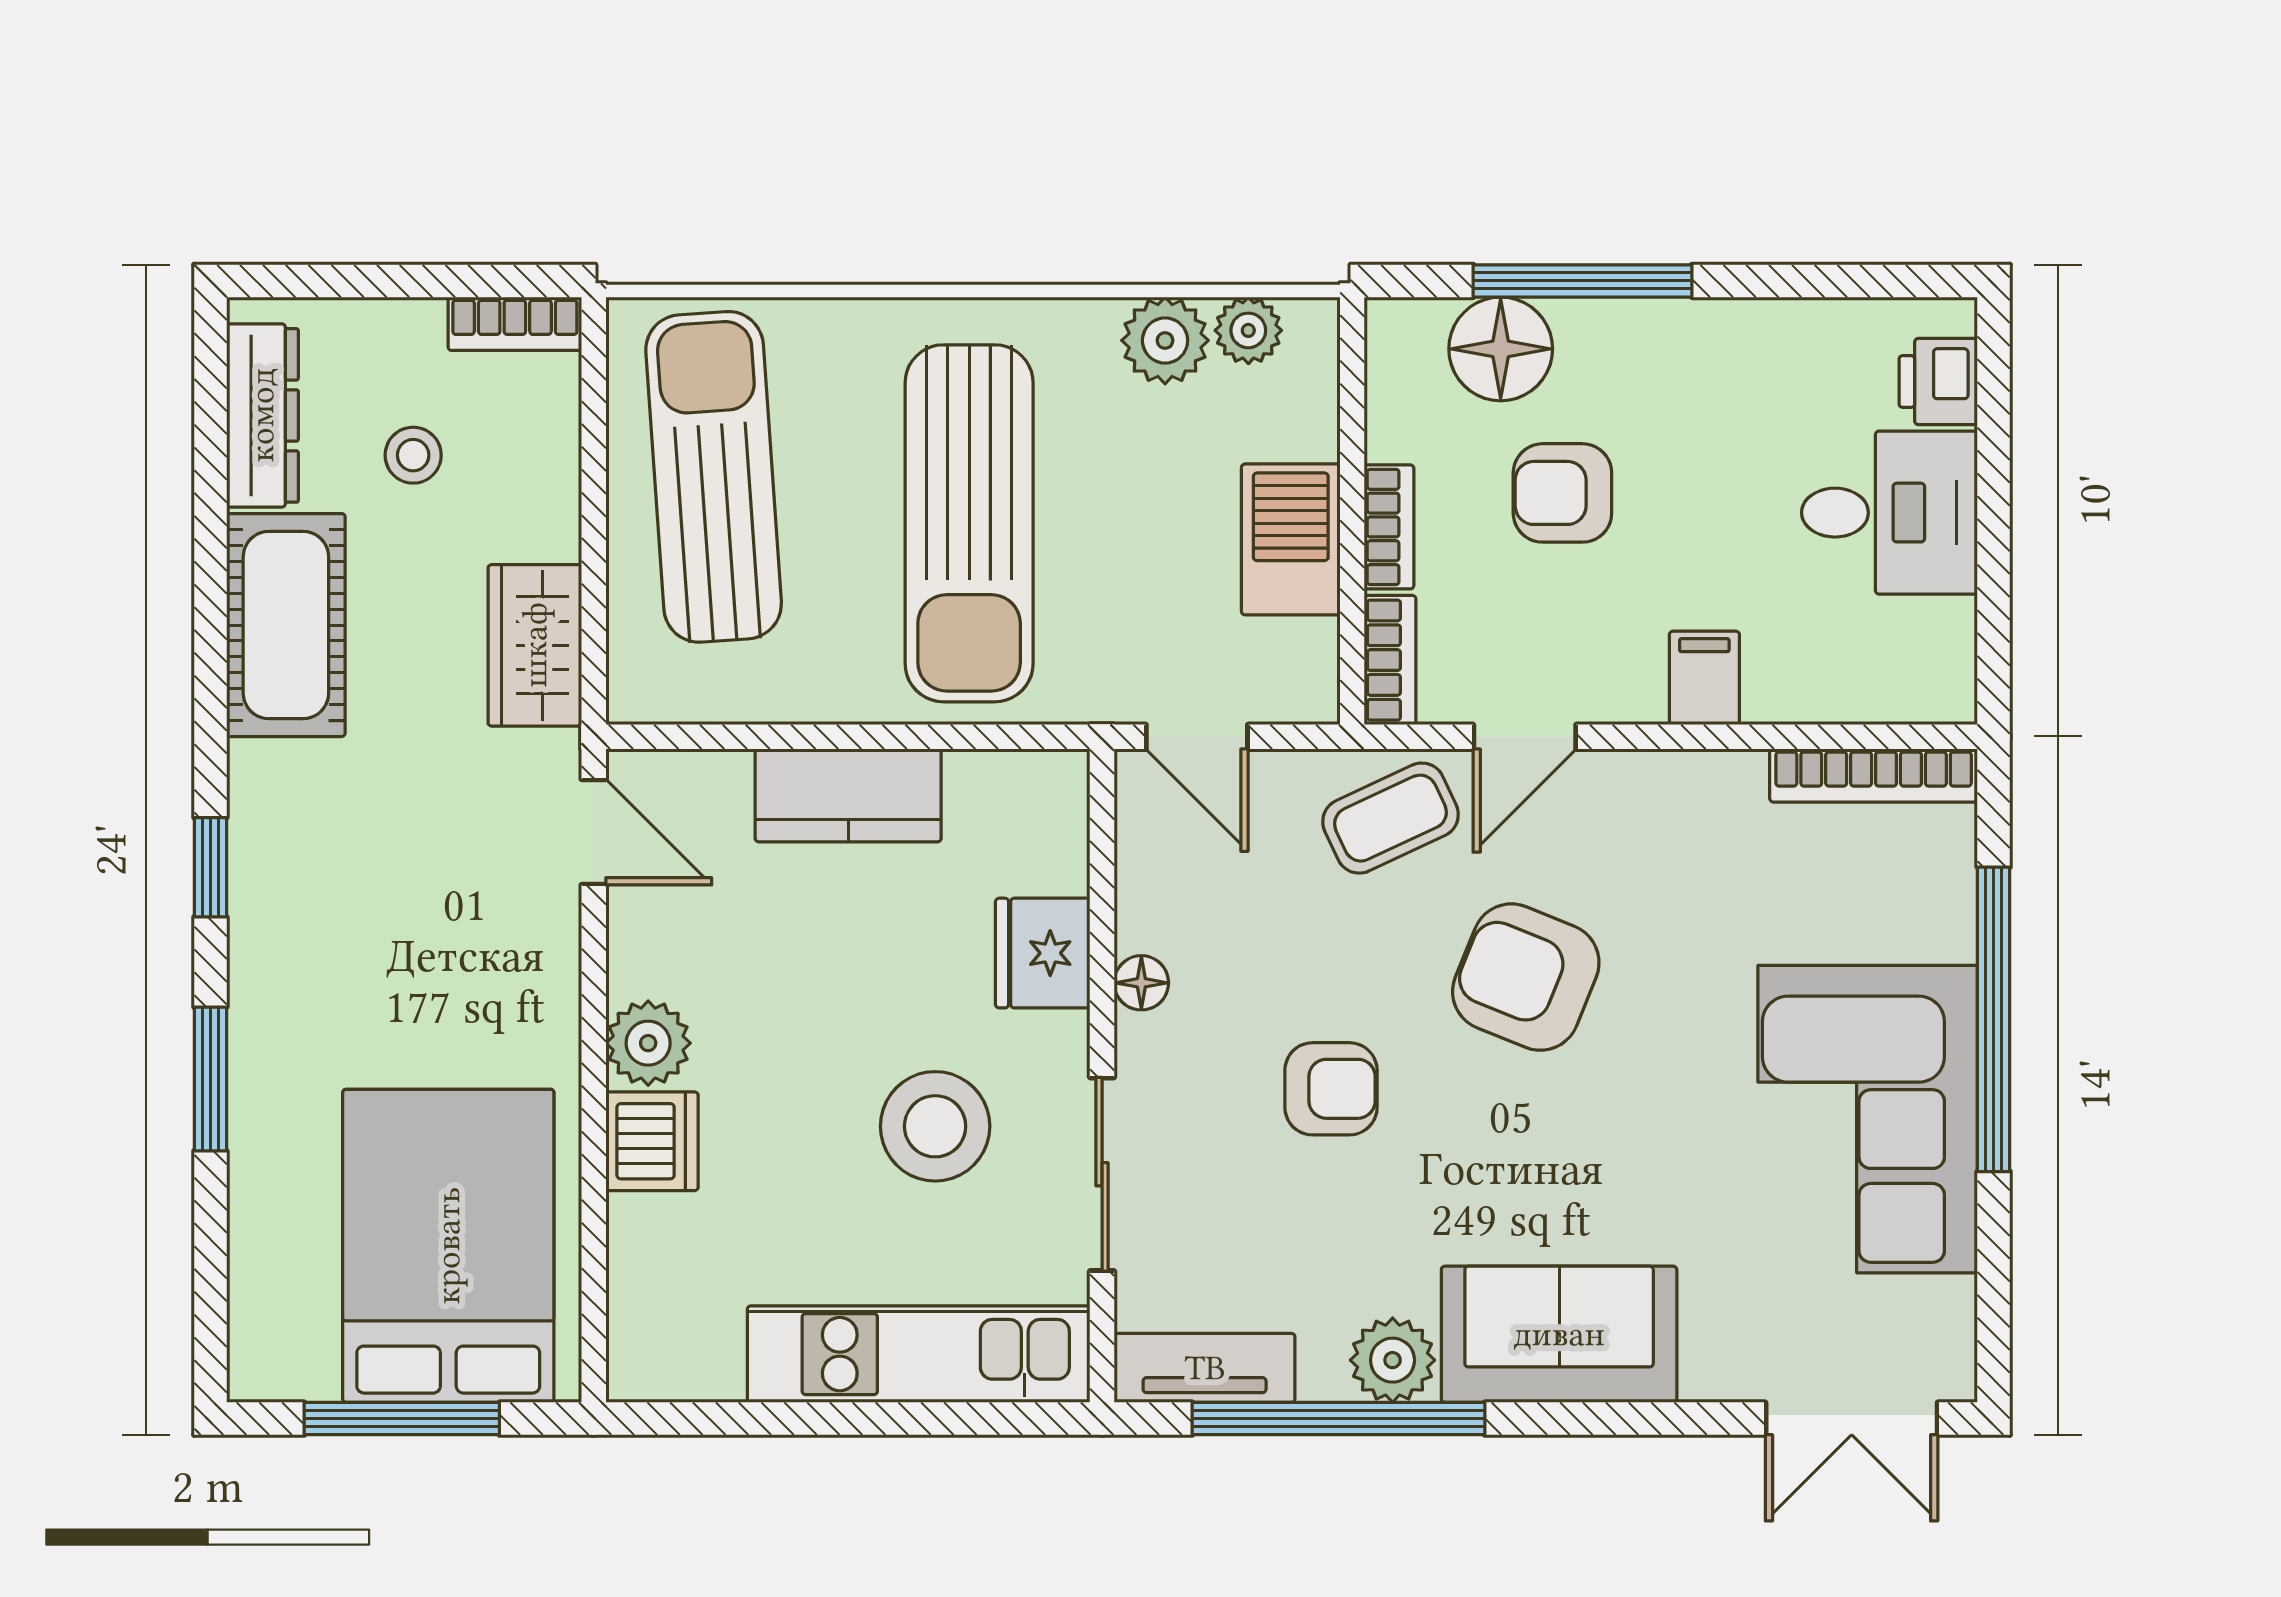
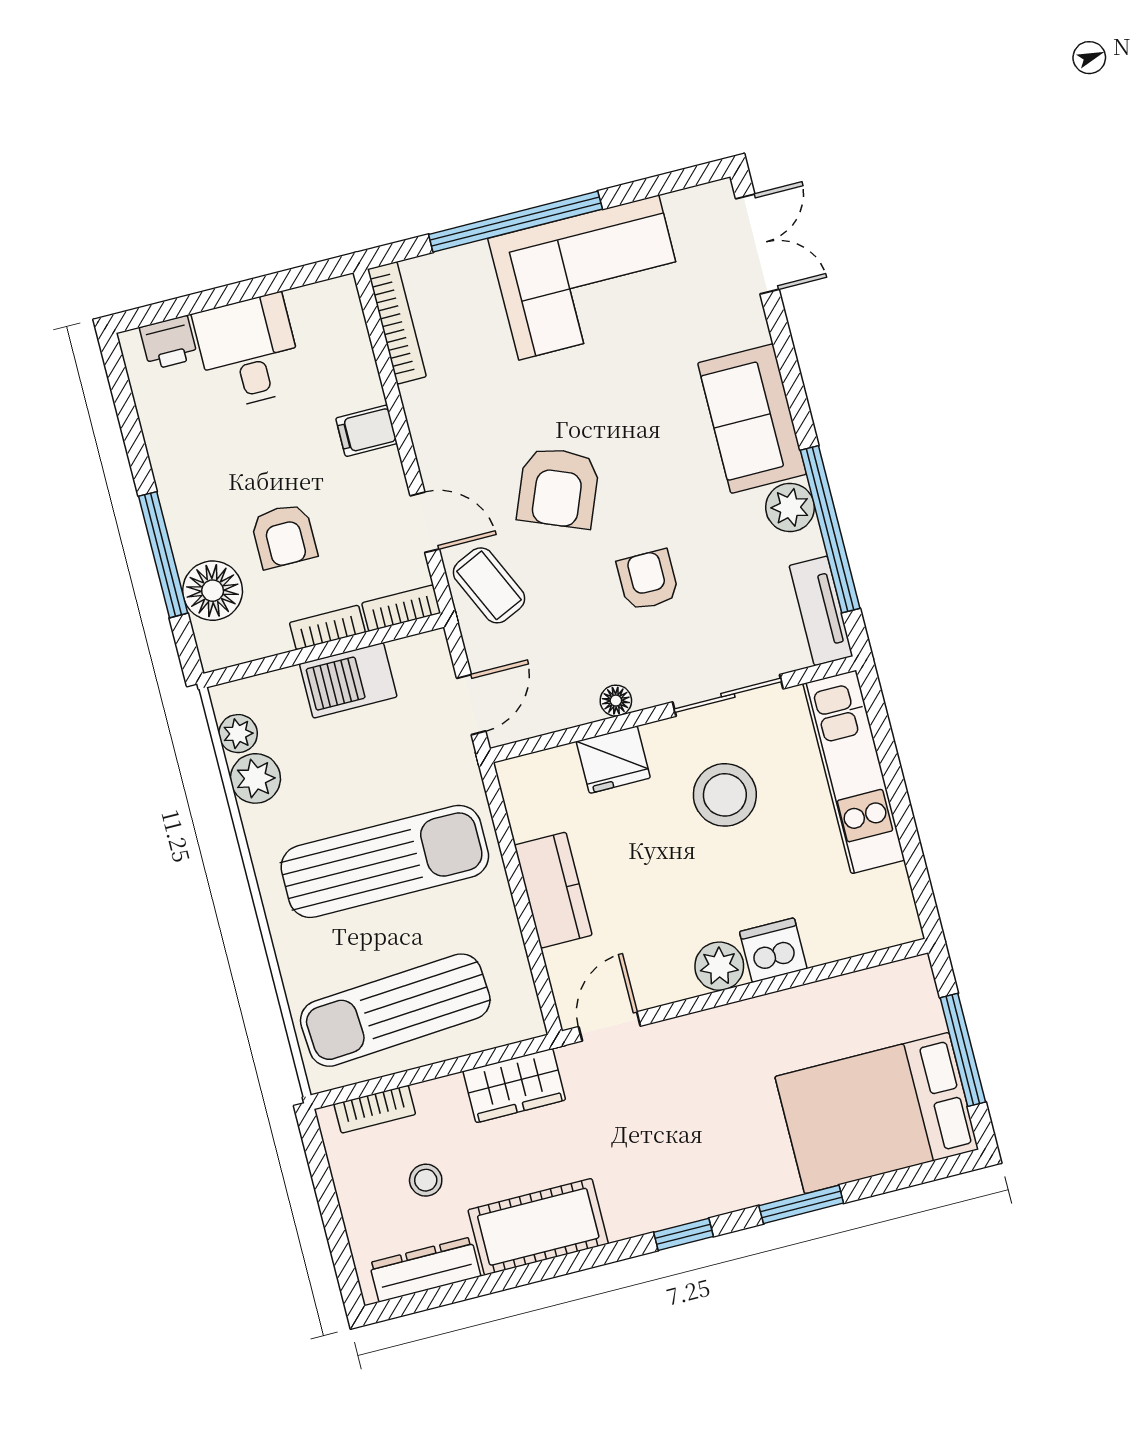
bookcase: (515, 324) -> (375, 1109), moved, turned 90
bed: (448, 1246) -> (877, 1113), moved

